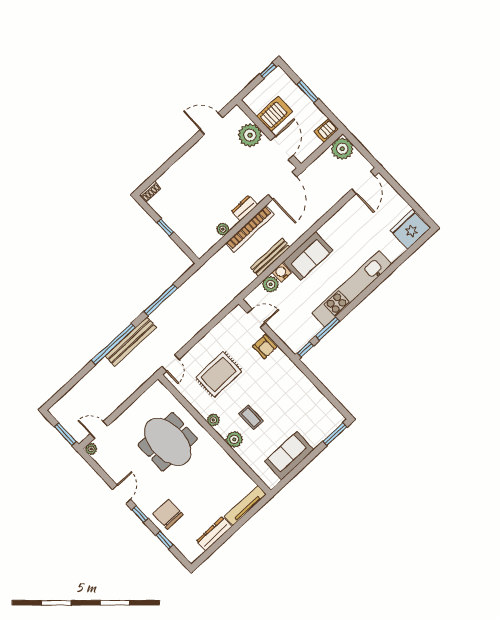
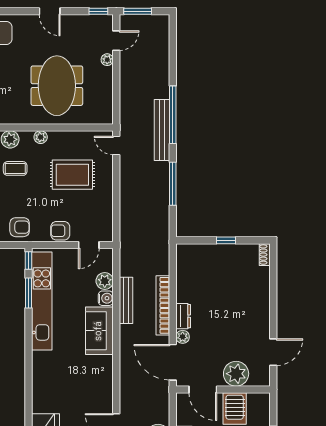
plant: (223, 229) -> (183, 337), moved
kitchen unit: (352, 289) -> (42, 301), moved
rug: (219, 374) -> (72, 175), turned 90
armchair: (288, 377) -> (20, 227), added
meeting table: (168, 442) -> (57, 86), turned 90
plant: (91, 449) -> (107, 60), moved
window: (140, 514) -> (98, 11), moved

